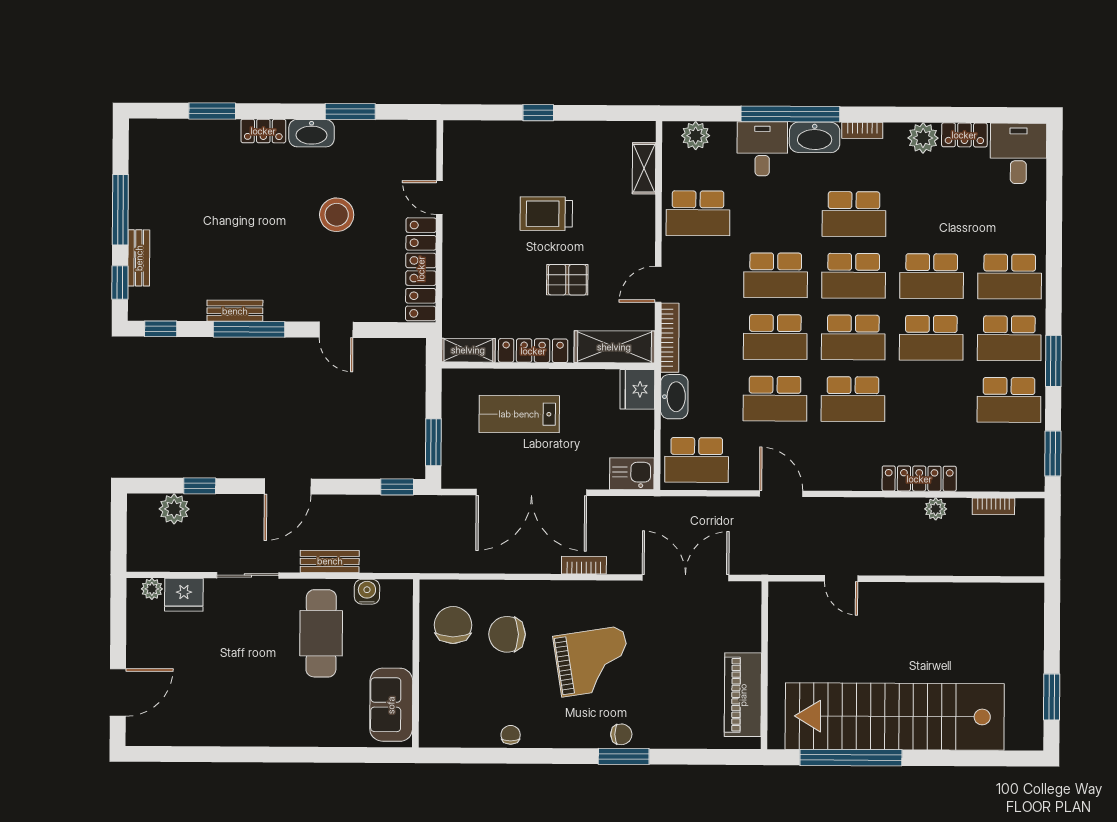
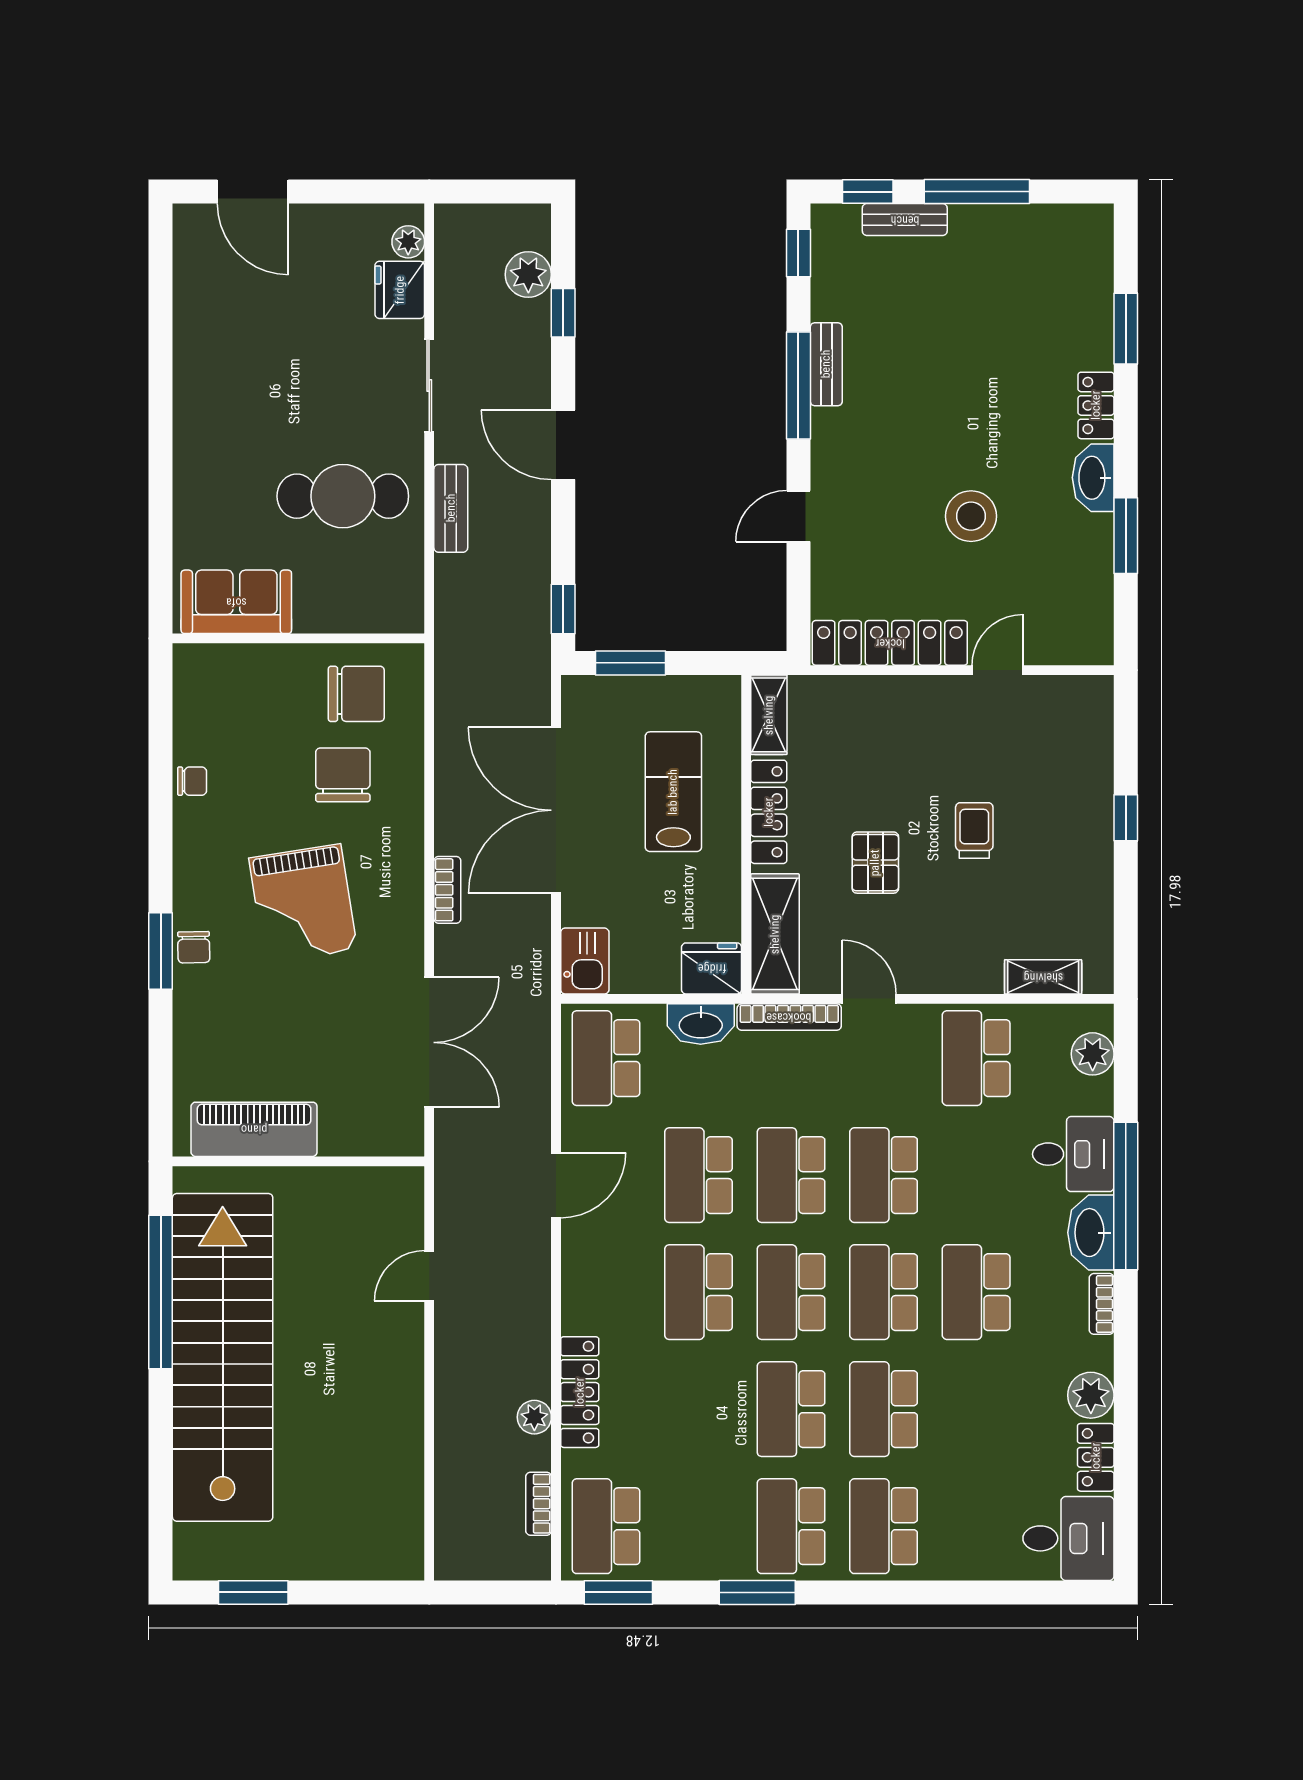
trolley: (546, 214) -> (974, 830), width x0.73, depth x0.72
school desk: (1009, 400) -> (606, 1526), moved
water cooler: (367, 592) -> (406, 565), removed

